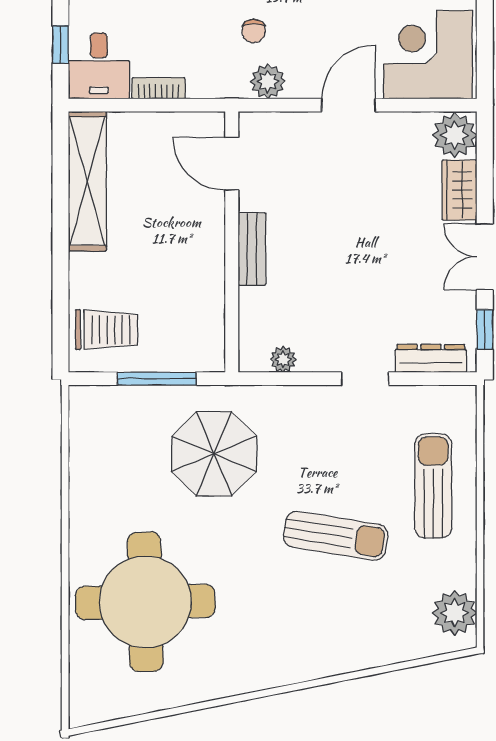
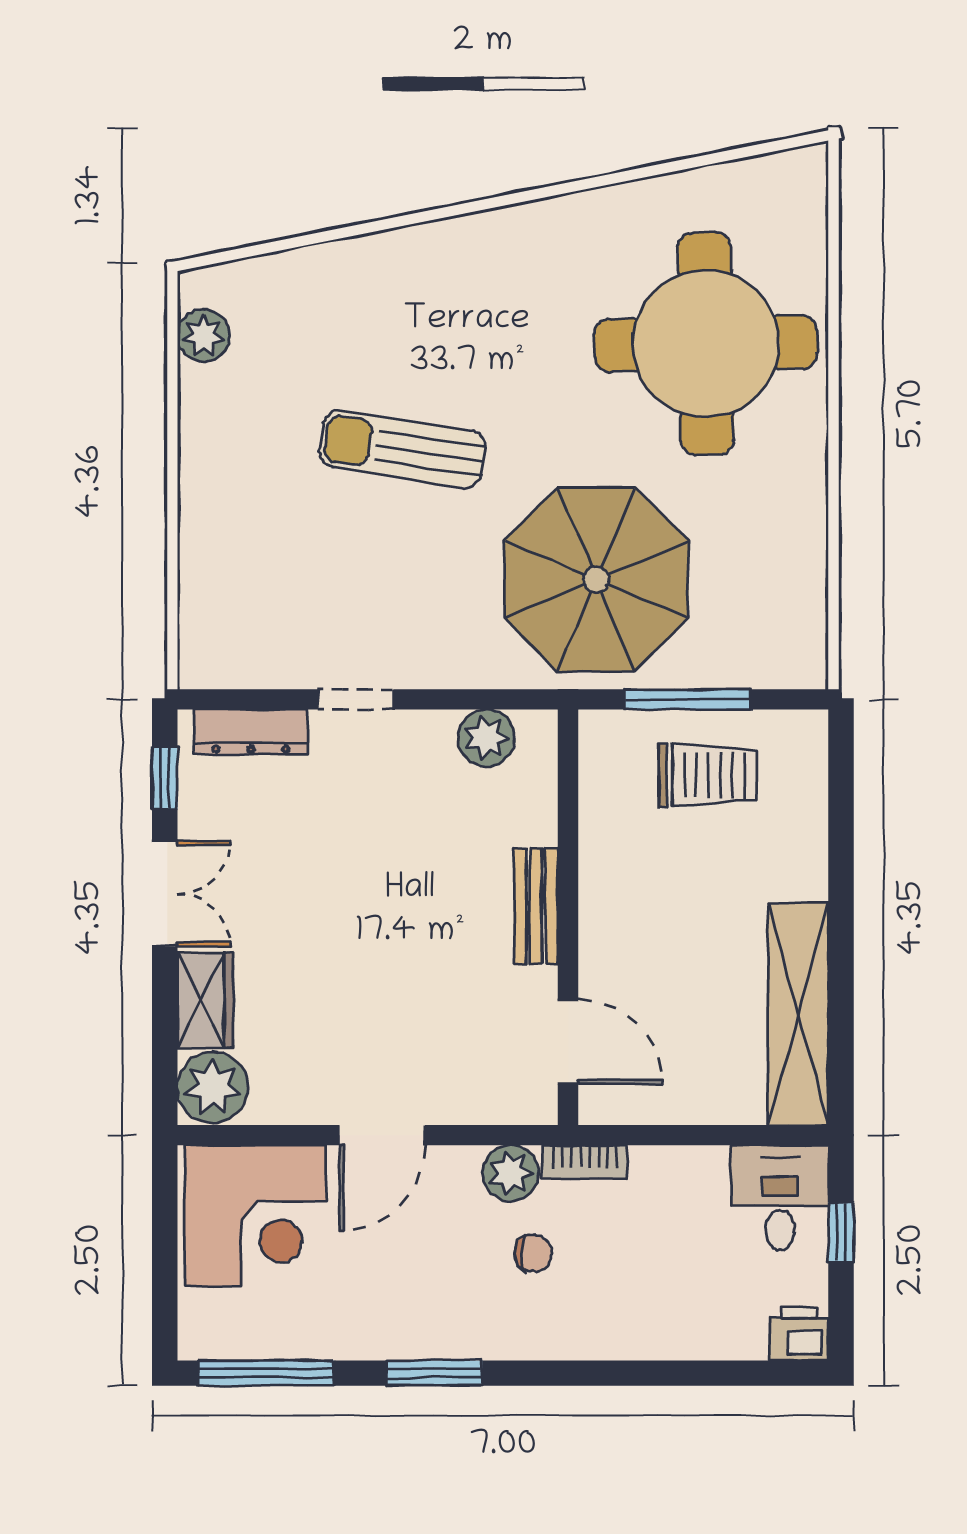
chair: (254, 31) -> (533, 1253), turned 90
bookcase: (159, 88) -> (585, 1162), moved
trolley: (107, 330) -> (708, 775), moved, turned 180
plant: (283, 359) -> (486, 738), width x1.38, depth x1.38
parasol: (214, 454) -> (596, 580), width x1.36, depth x1.36
sun lounger: (433, 486) -> (247, 528), removed
plant: (455, 613) -> (203, 336), width x0.73, depth x0.73

